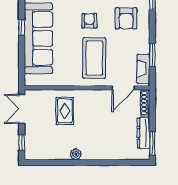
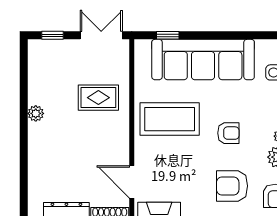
window: (22, 28) -> (168, 35), moved
coffee table: (94, 58) -> (170, 119), moved

